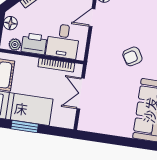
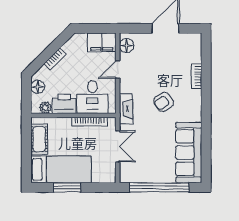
fireplace: (94, 58) -> (126, 109), added
double door: (81, 94) -> (118, 146), swing flipped
window: (116, 140) -> (159, 187), added

